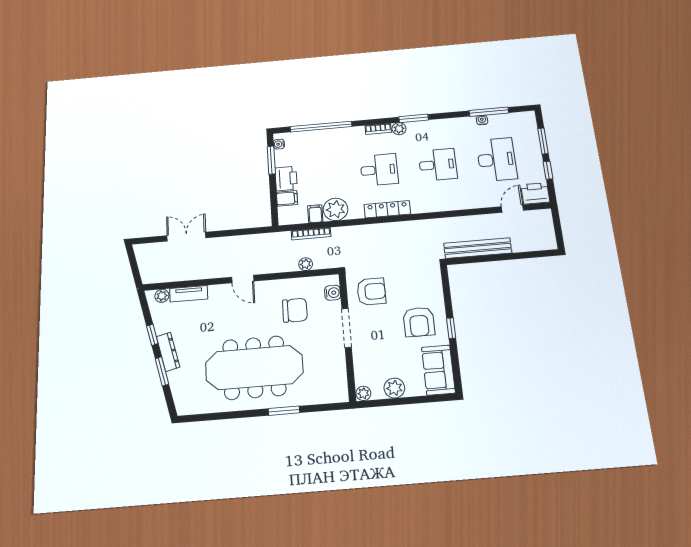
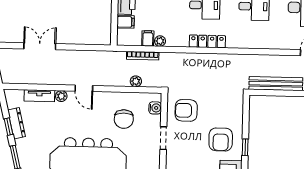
plant: (336, 209) -> (160, 41), width x0.53, depth x0.53
armchair: (371, 292) -> (186, 110), turned 180
plant: (162, 296) -> (61, 96), moved
chair: (295, 310) -> (124, 119), turned 90
doorway: (347, 328) -> (163, 138), width x0.73
dresser: (168, 352) -> (17, 123), moved

